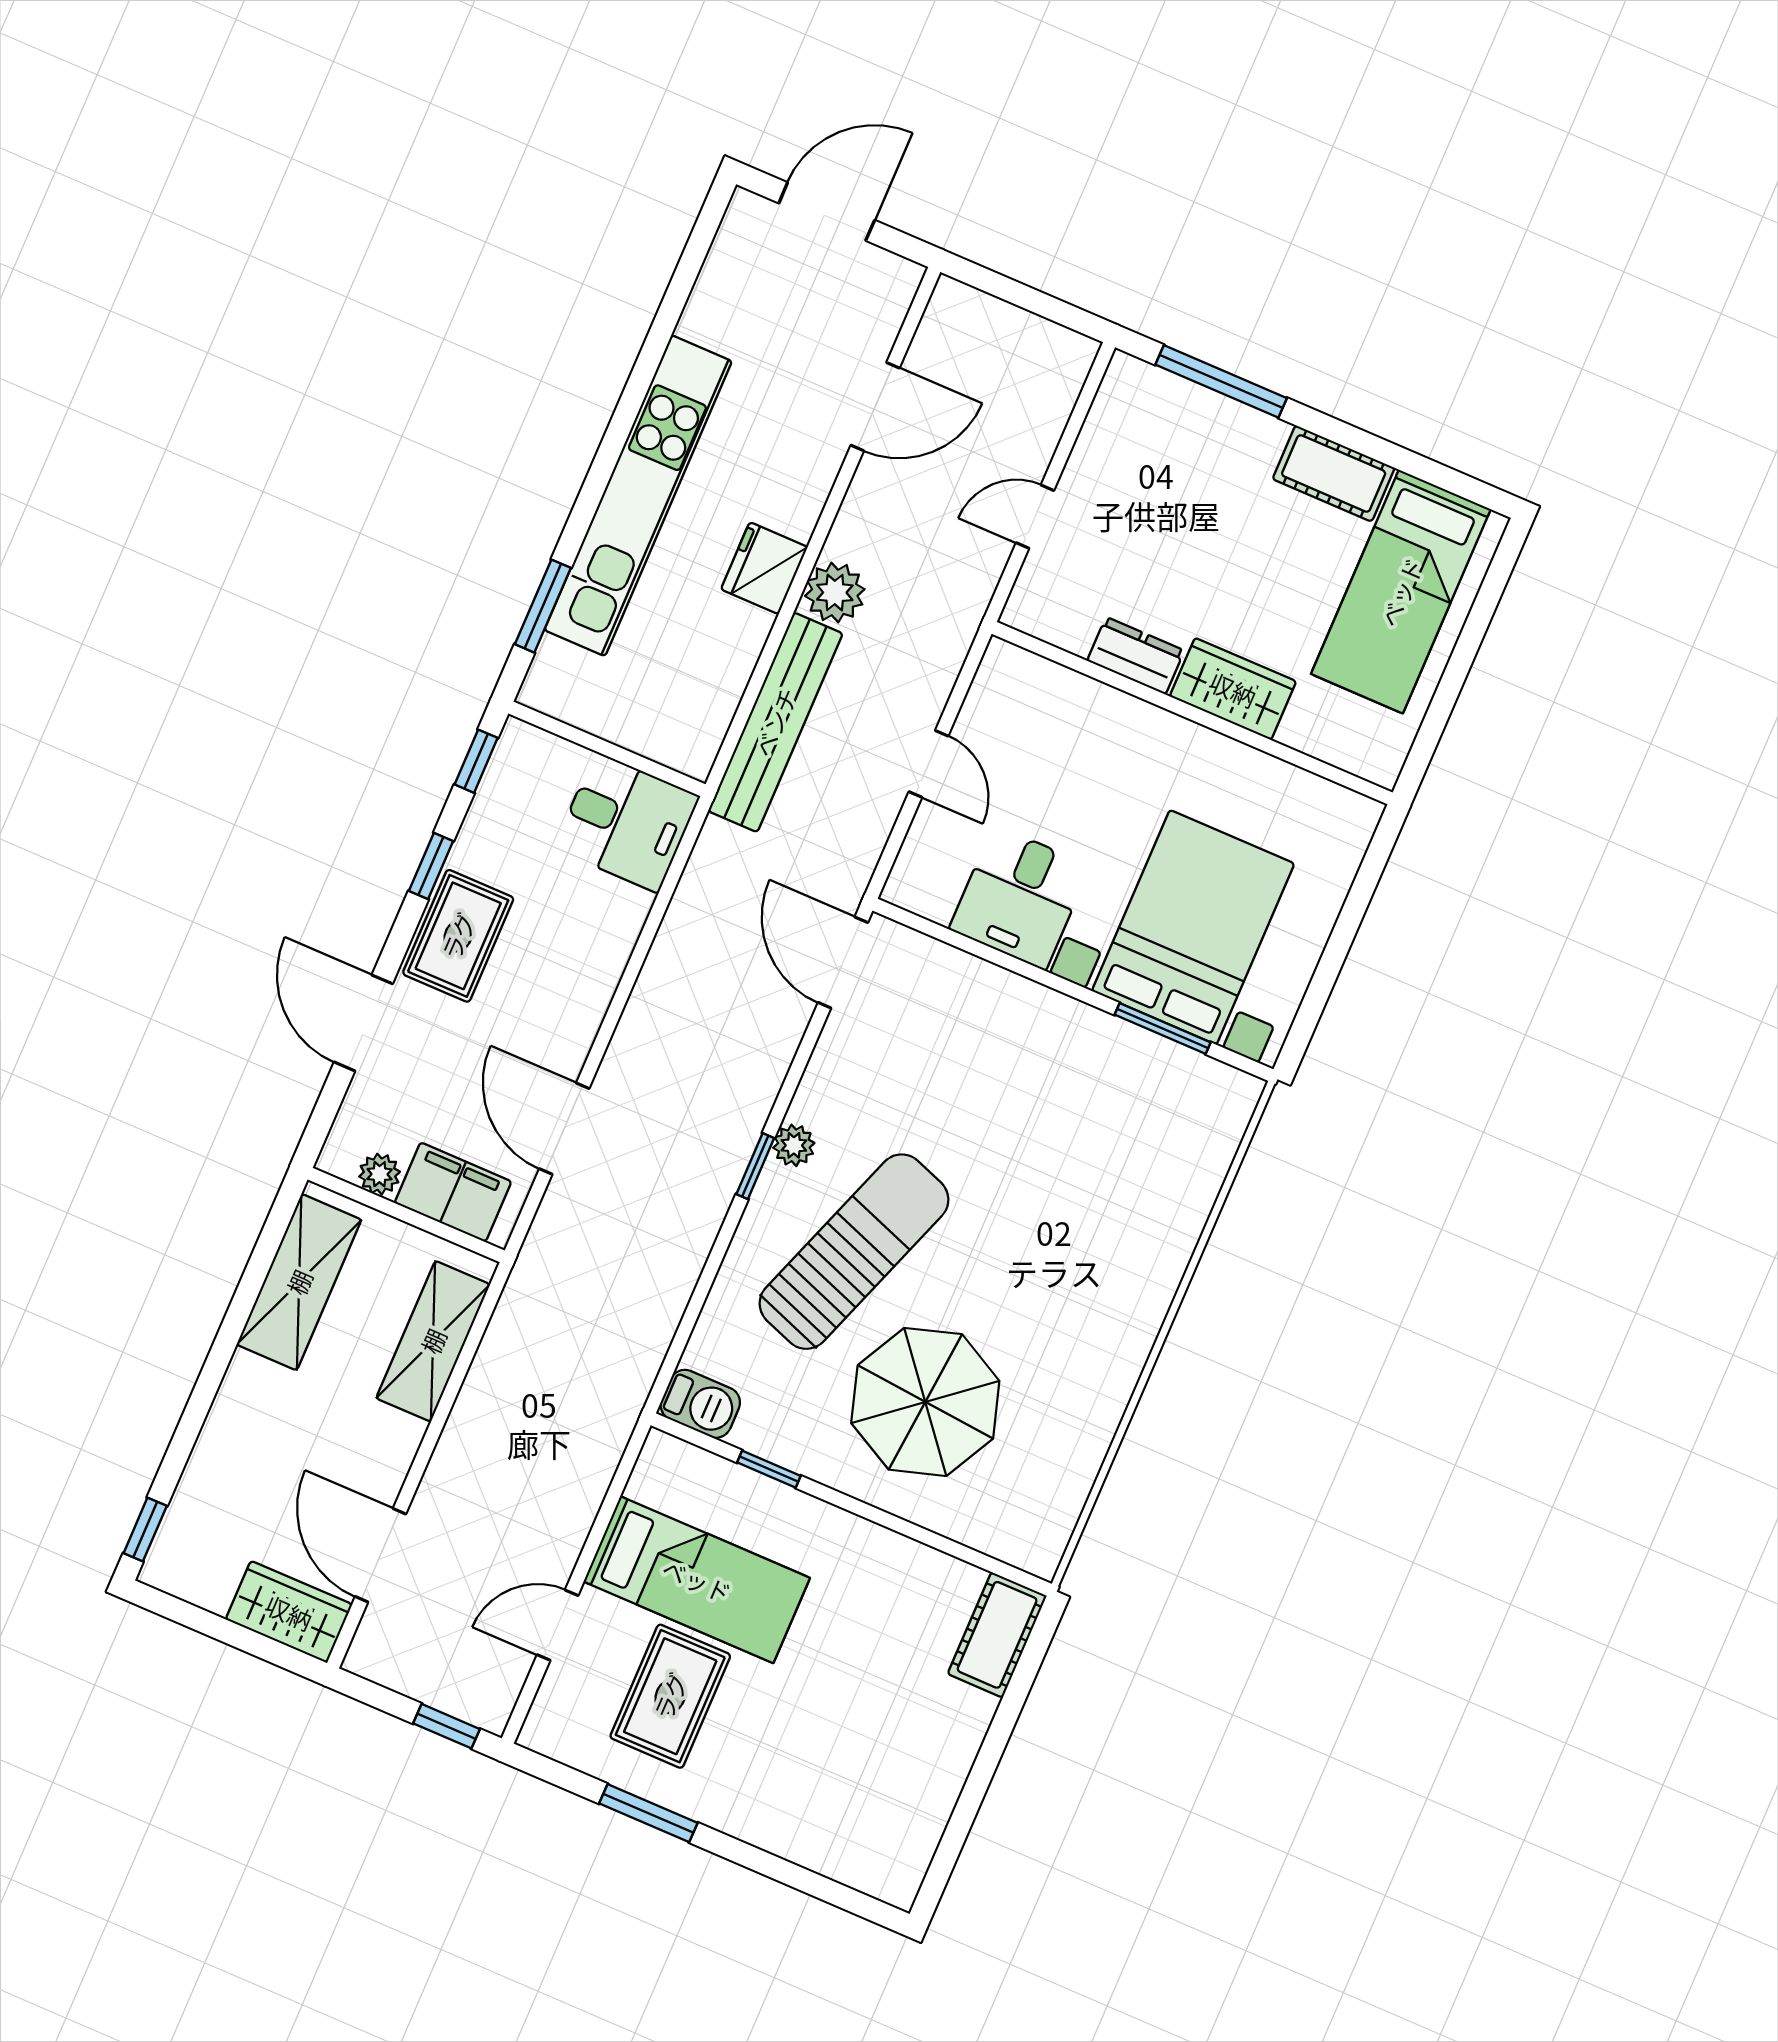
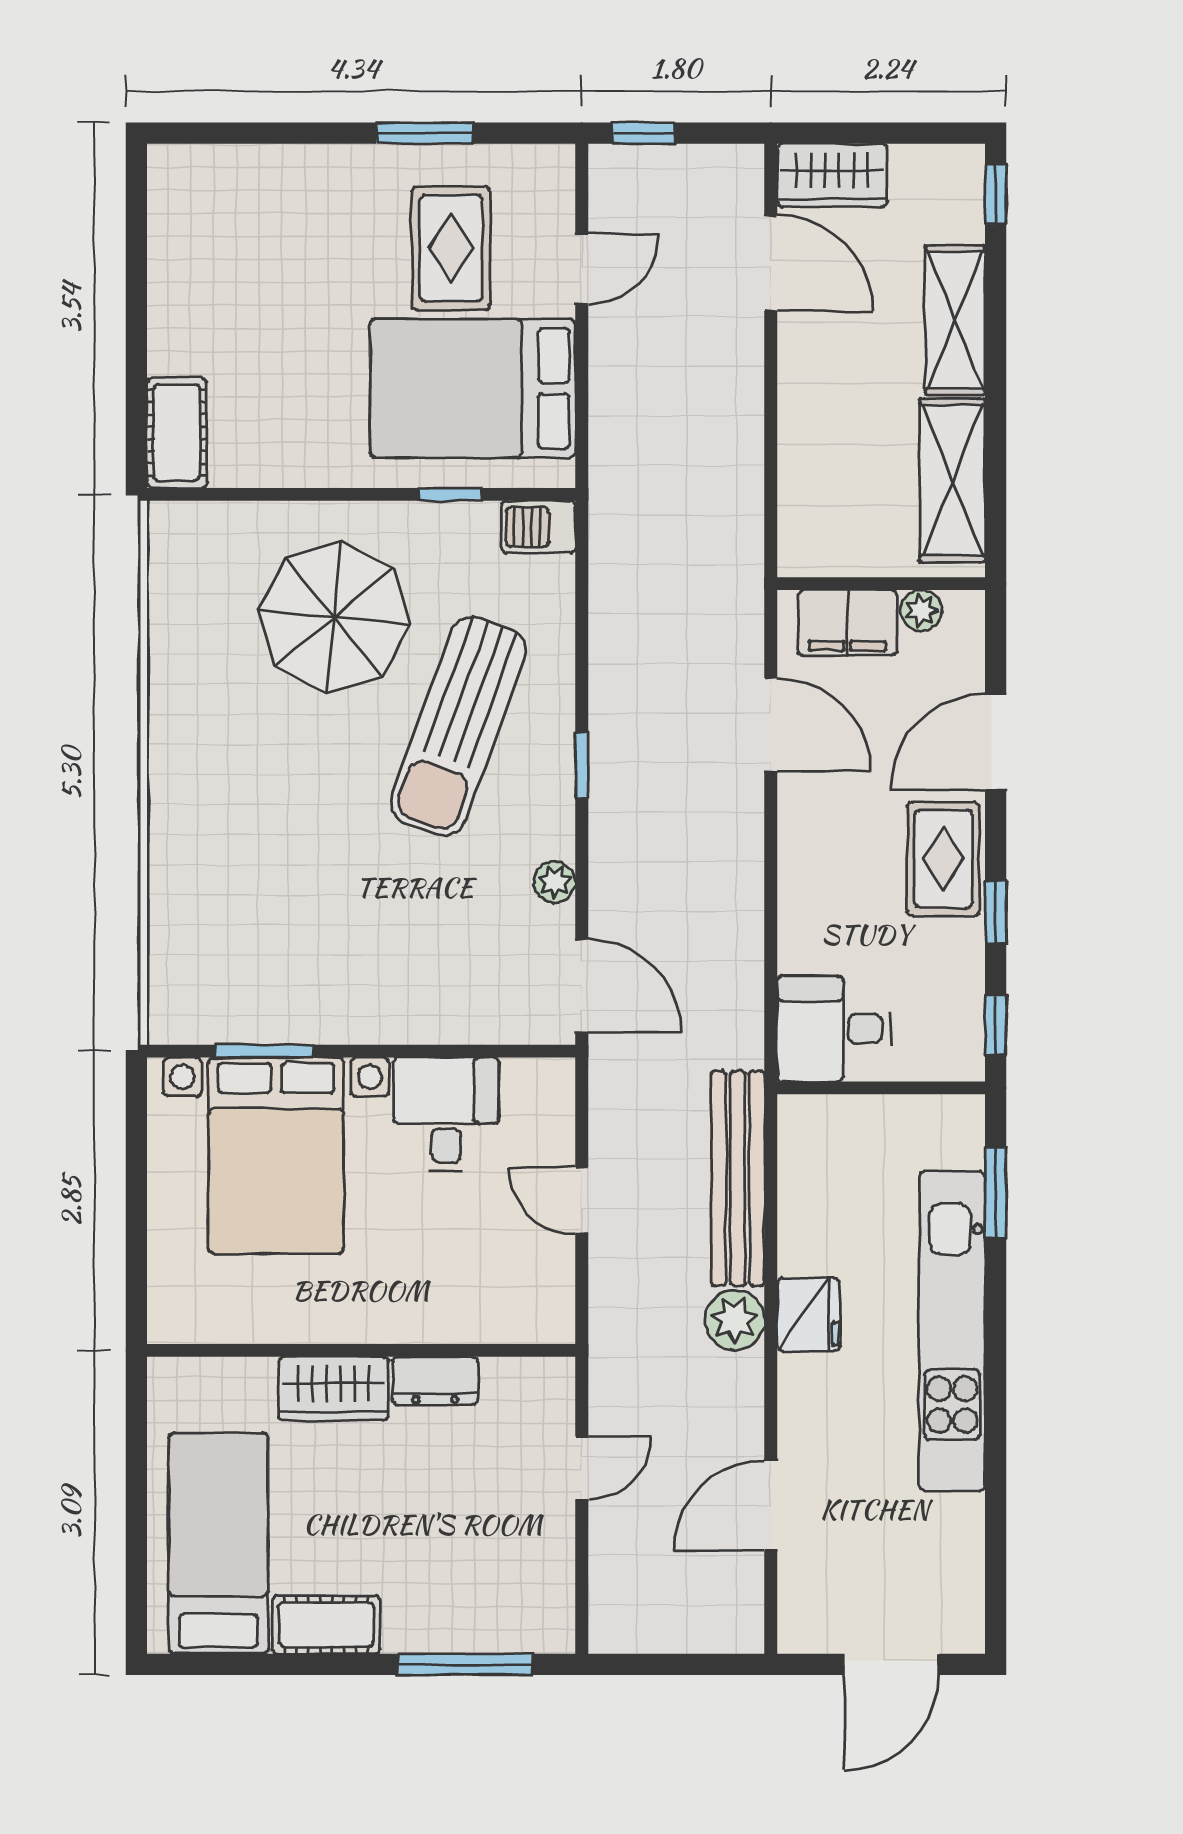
door: (363, 1023) -> (996, 742), swing flipped
plant: (794, 1145) -> (555, 882), moved
shelving: (433, 1341) -> (955, 320), moved
bed: (697, 1580) -> (473, 388), width x1.50

